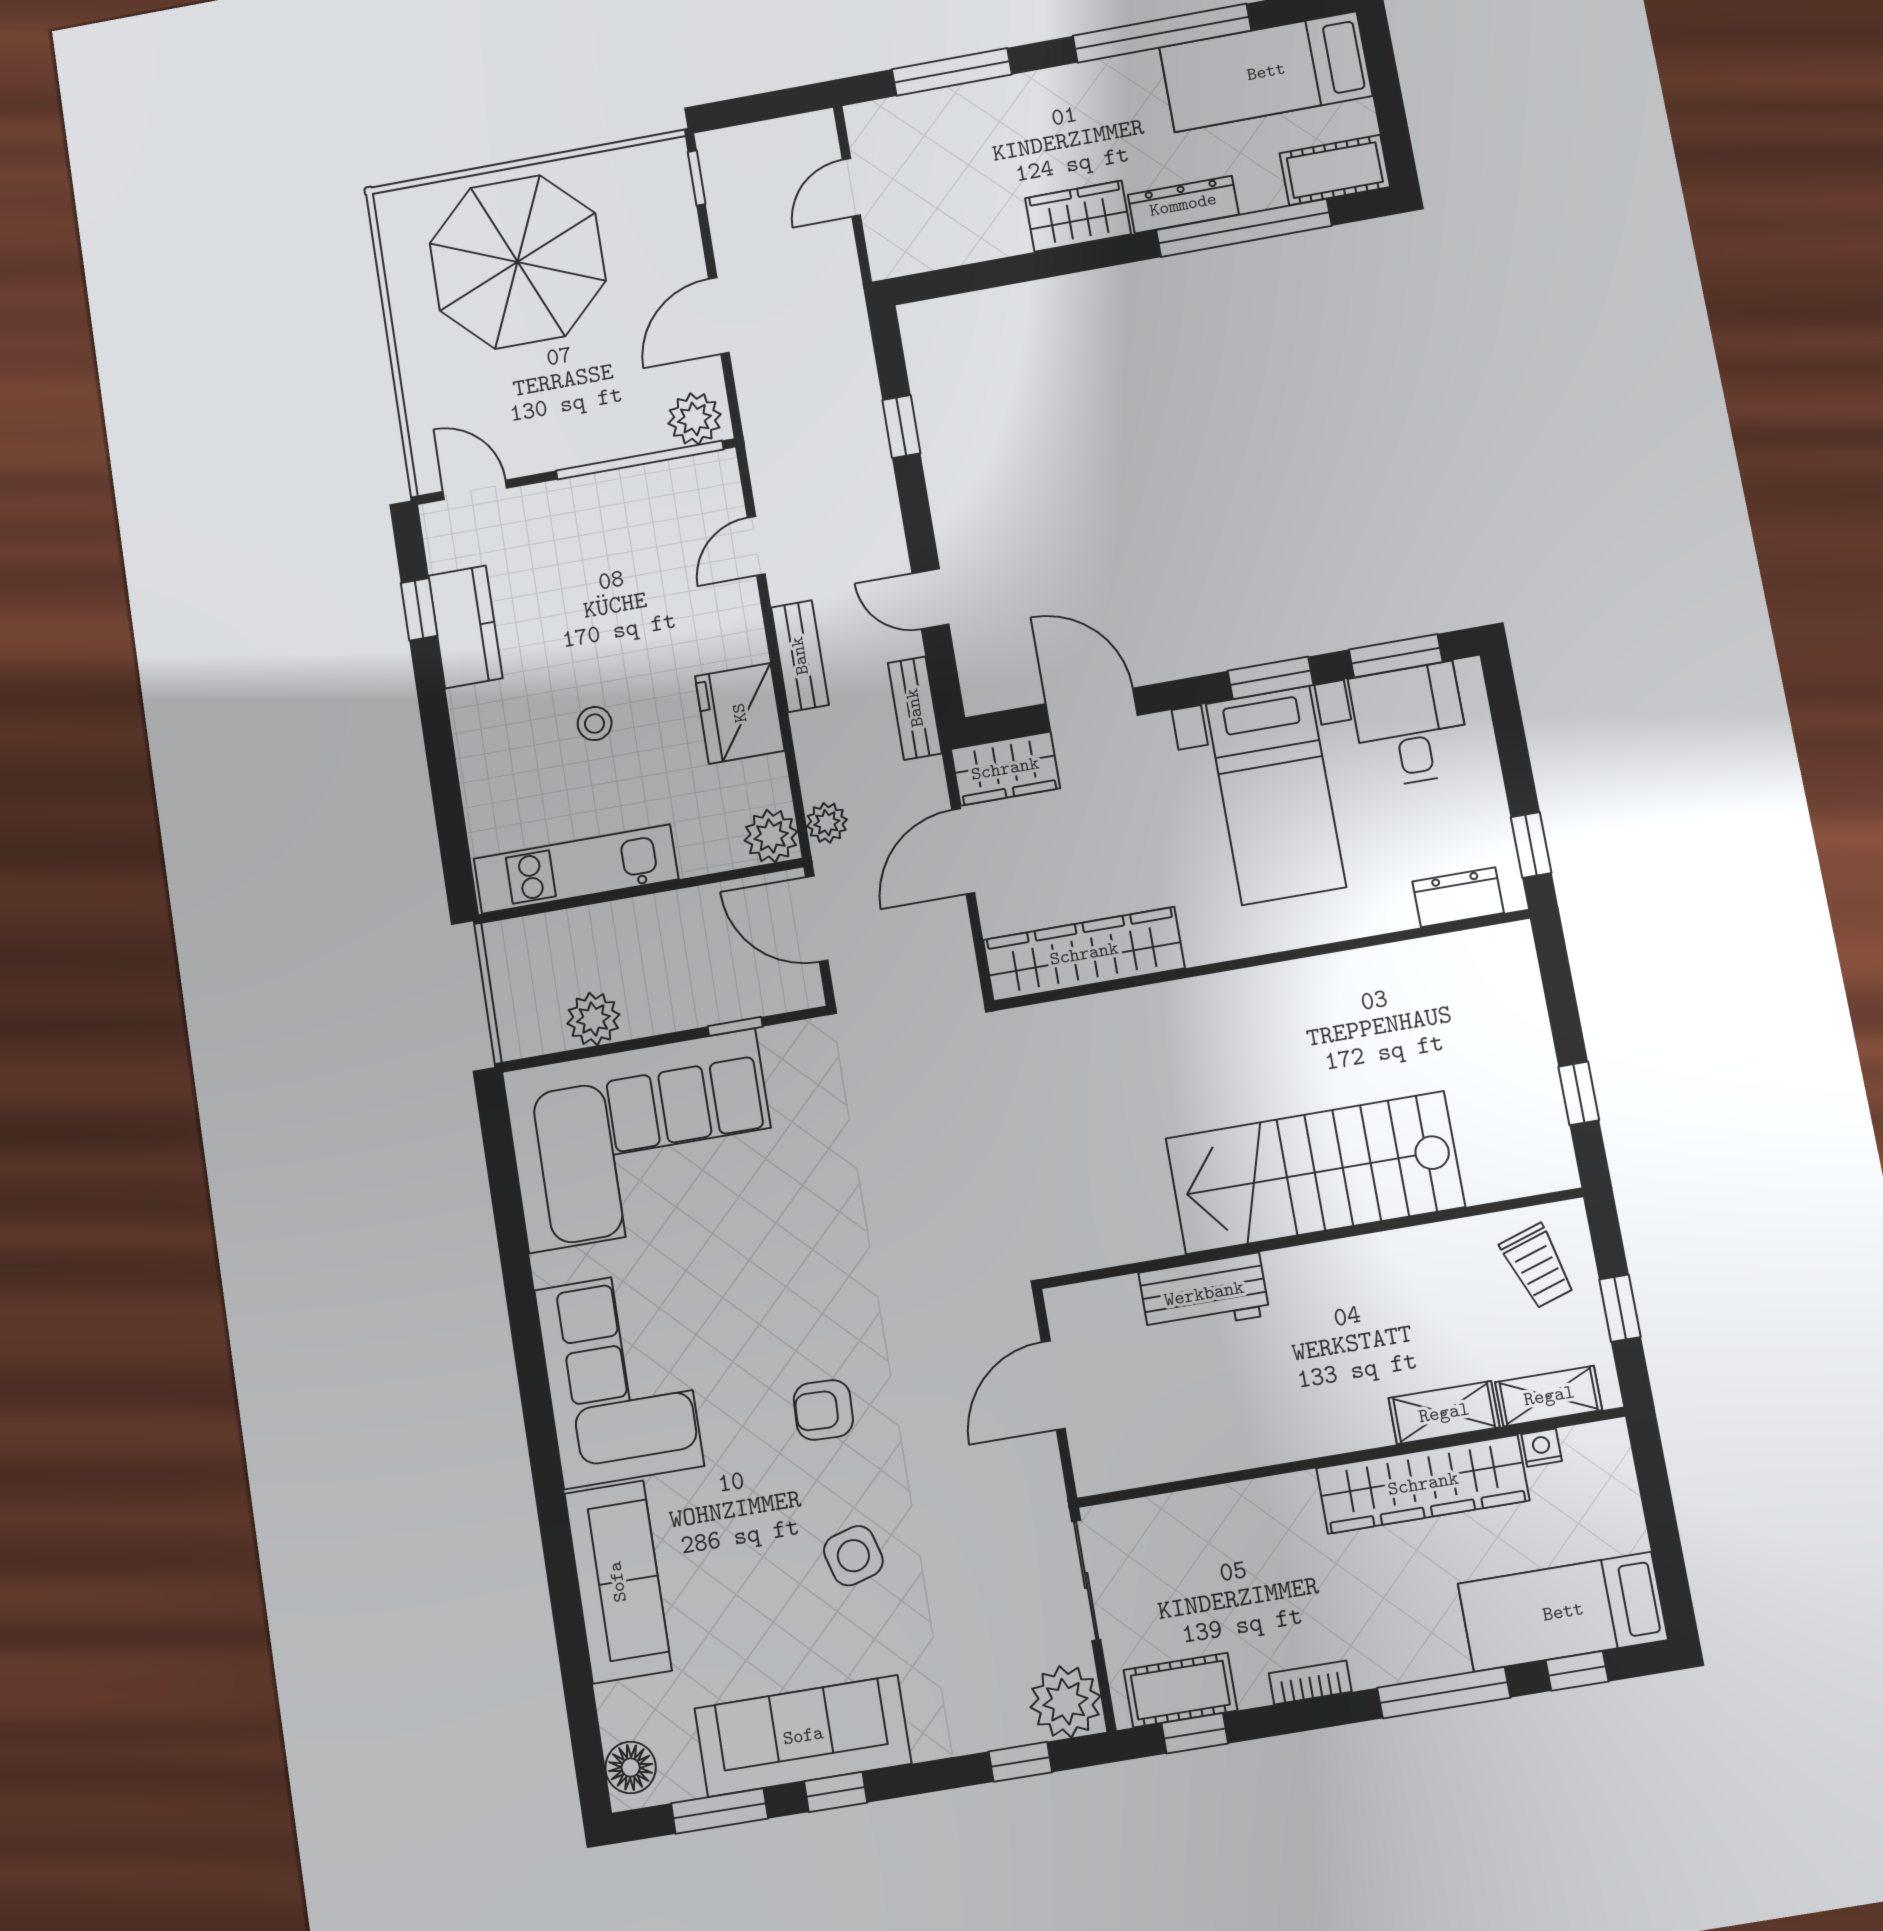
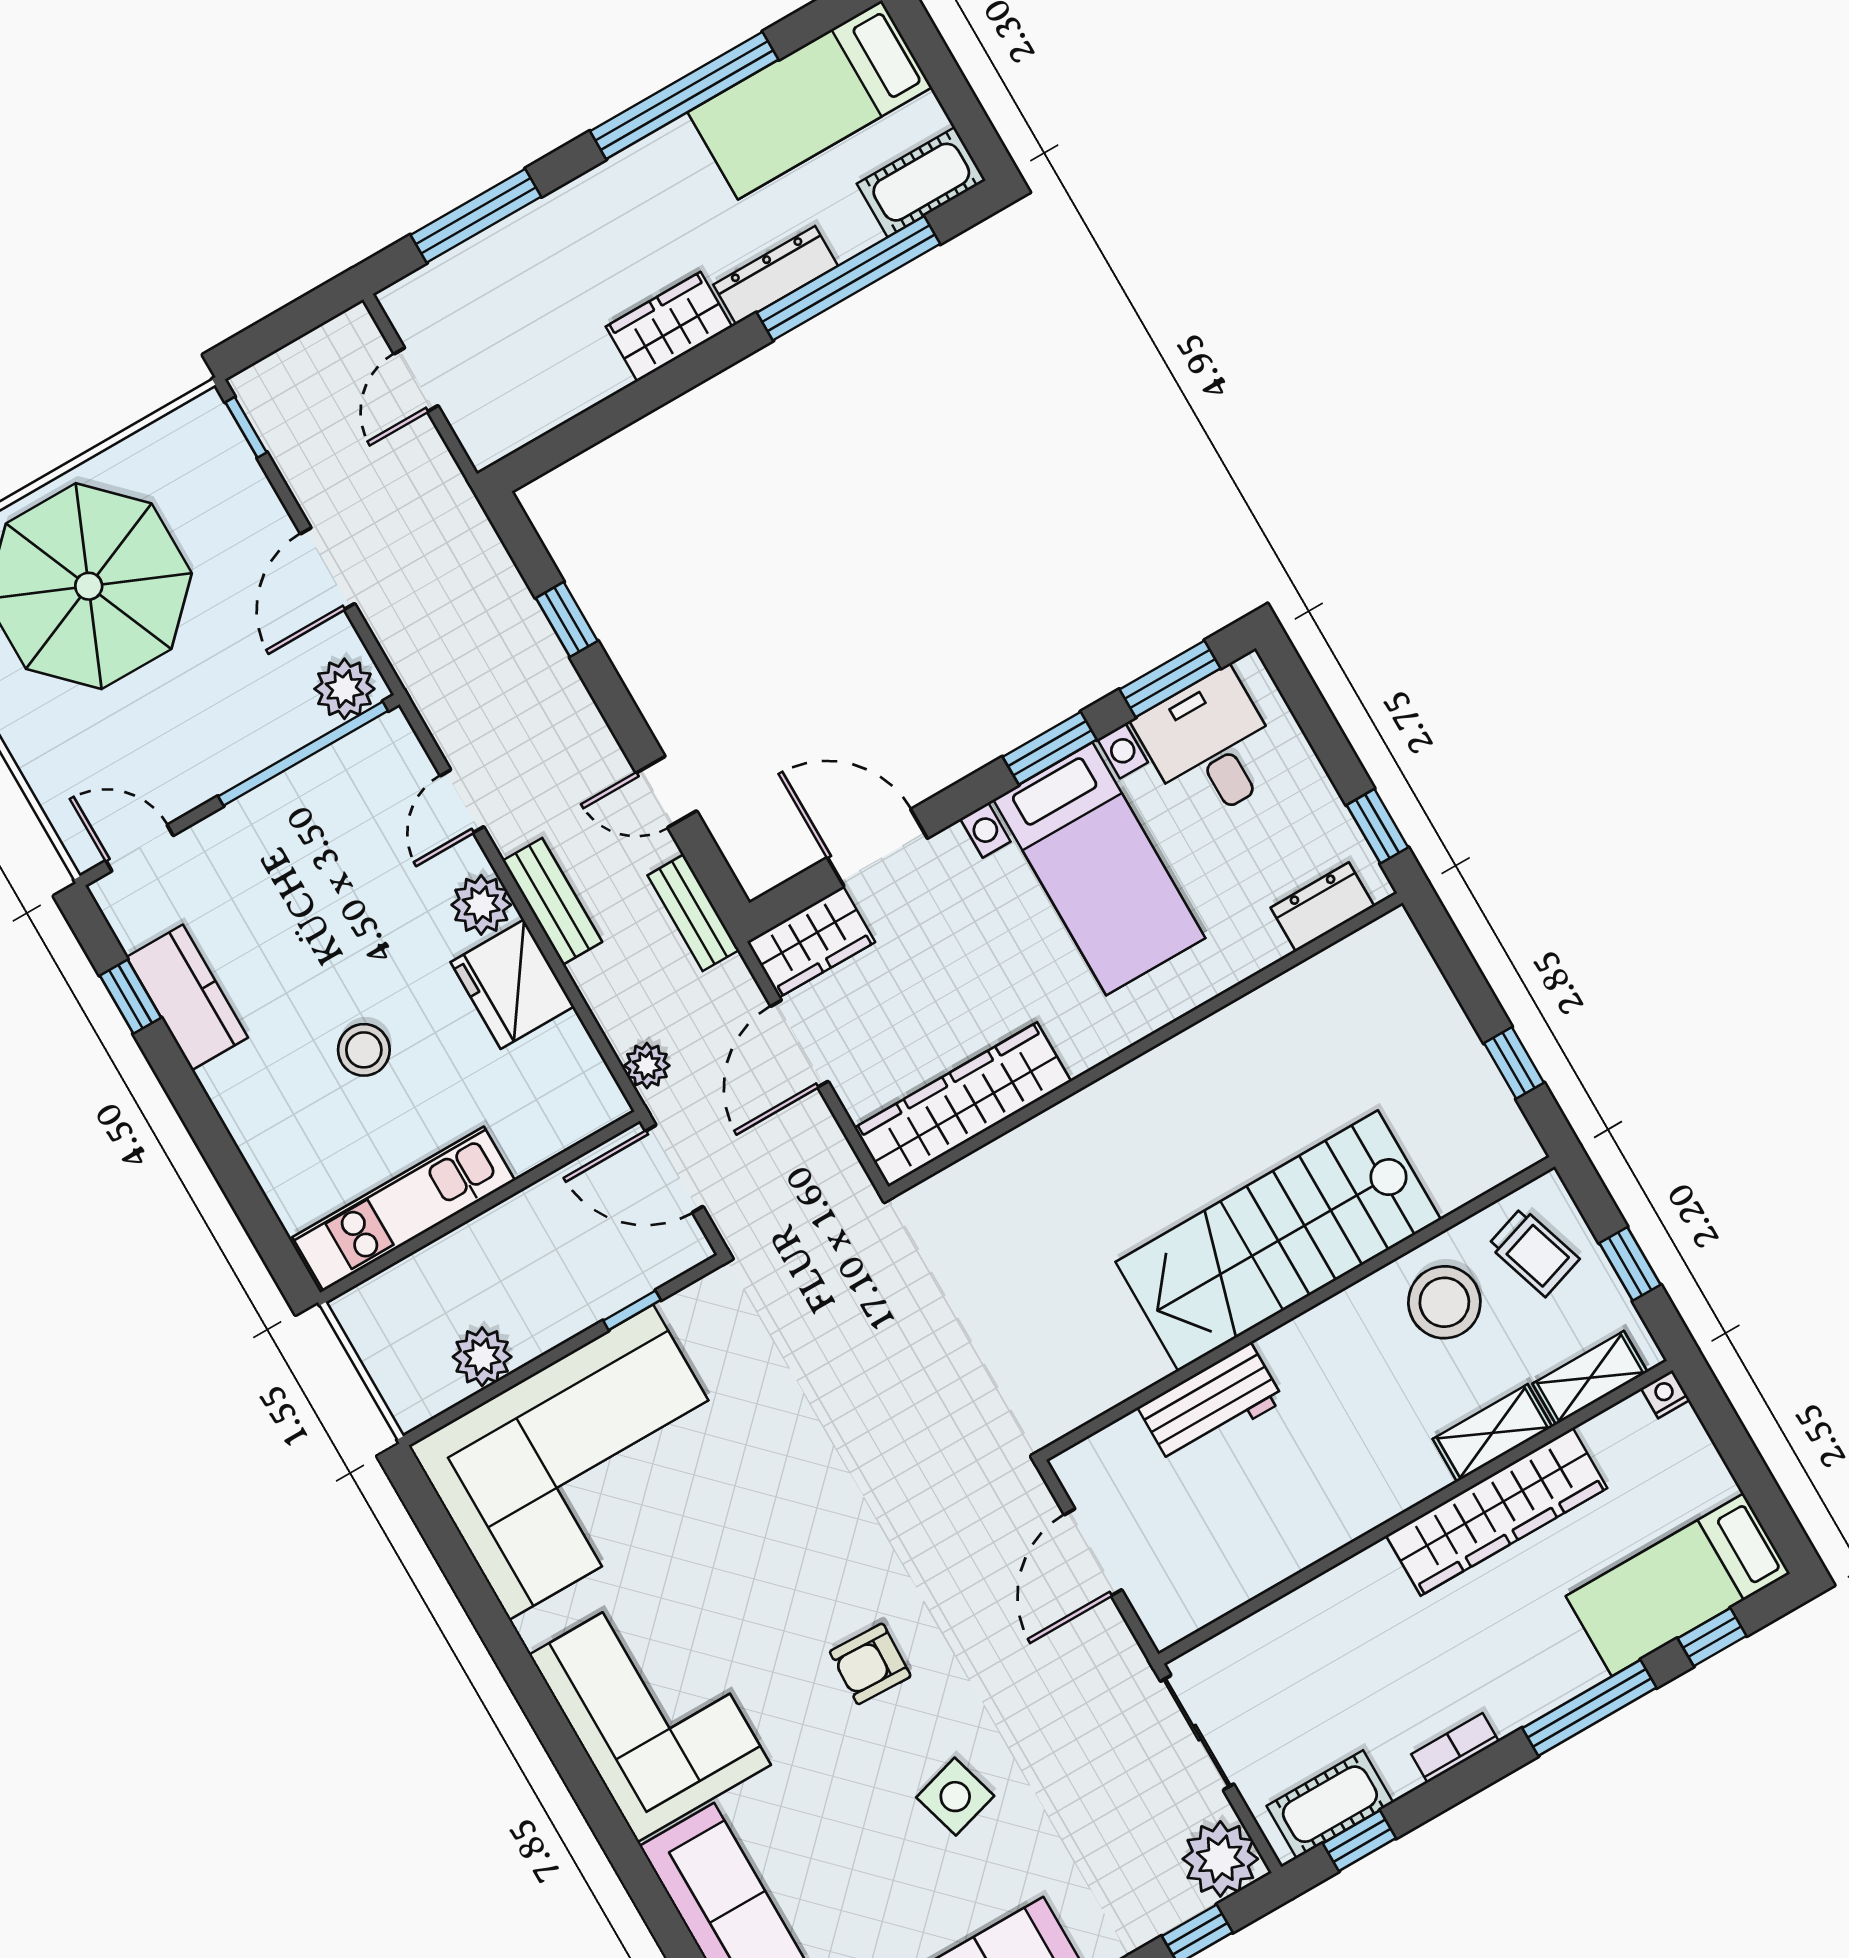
stool: (595, 724) -> (364, 1050), width x1.37, depth x1.37
plant: (771, 836) -> (481, 905), moved
stool: (1442, 1281) -> (1444, 1302), added
nightstand: (1542, 1448) -> (1665, 1394), moved

